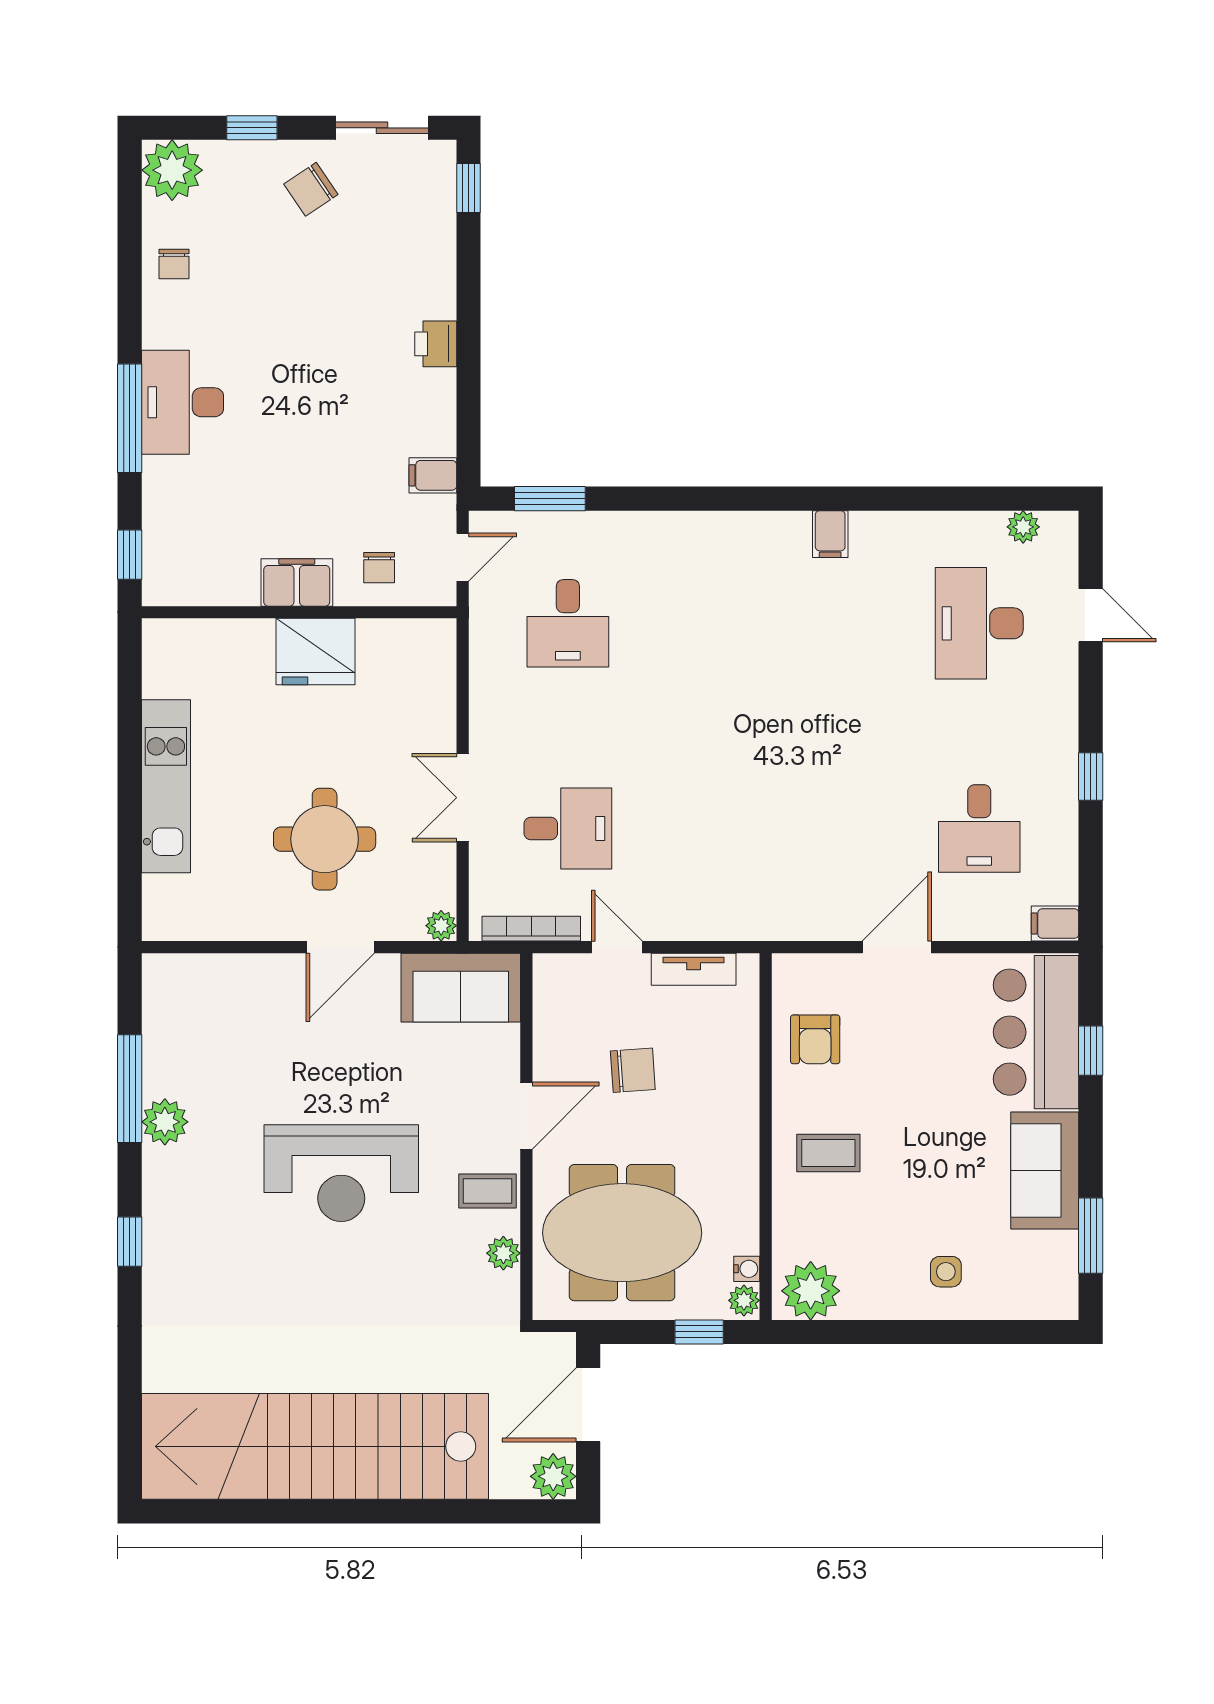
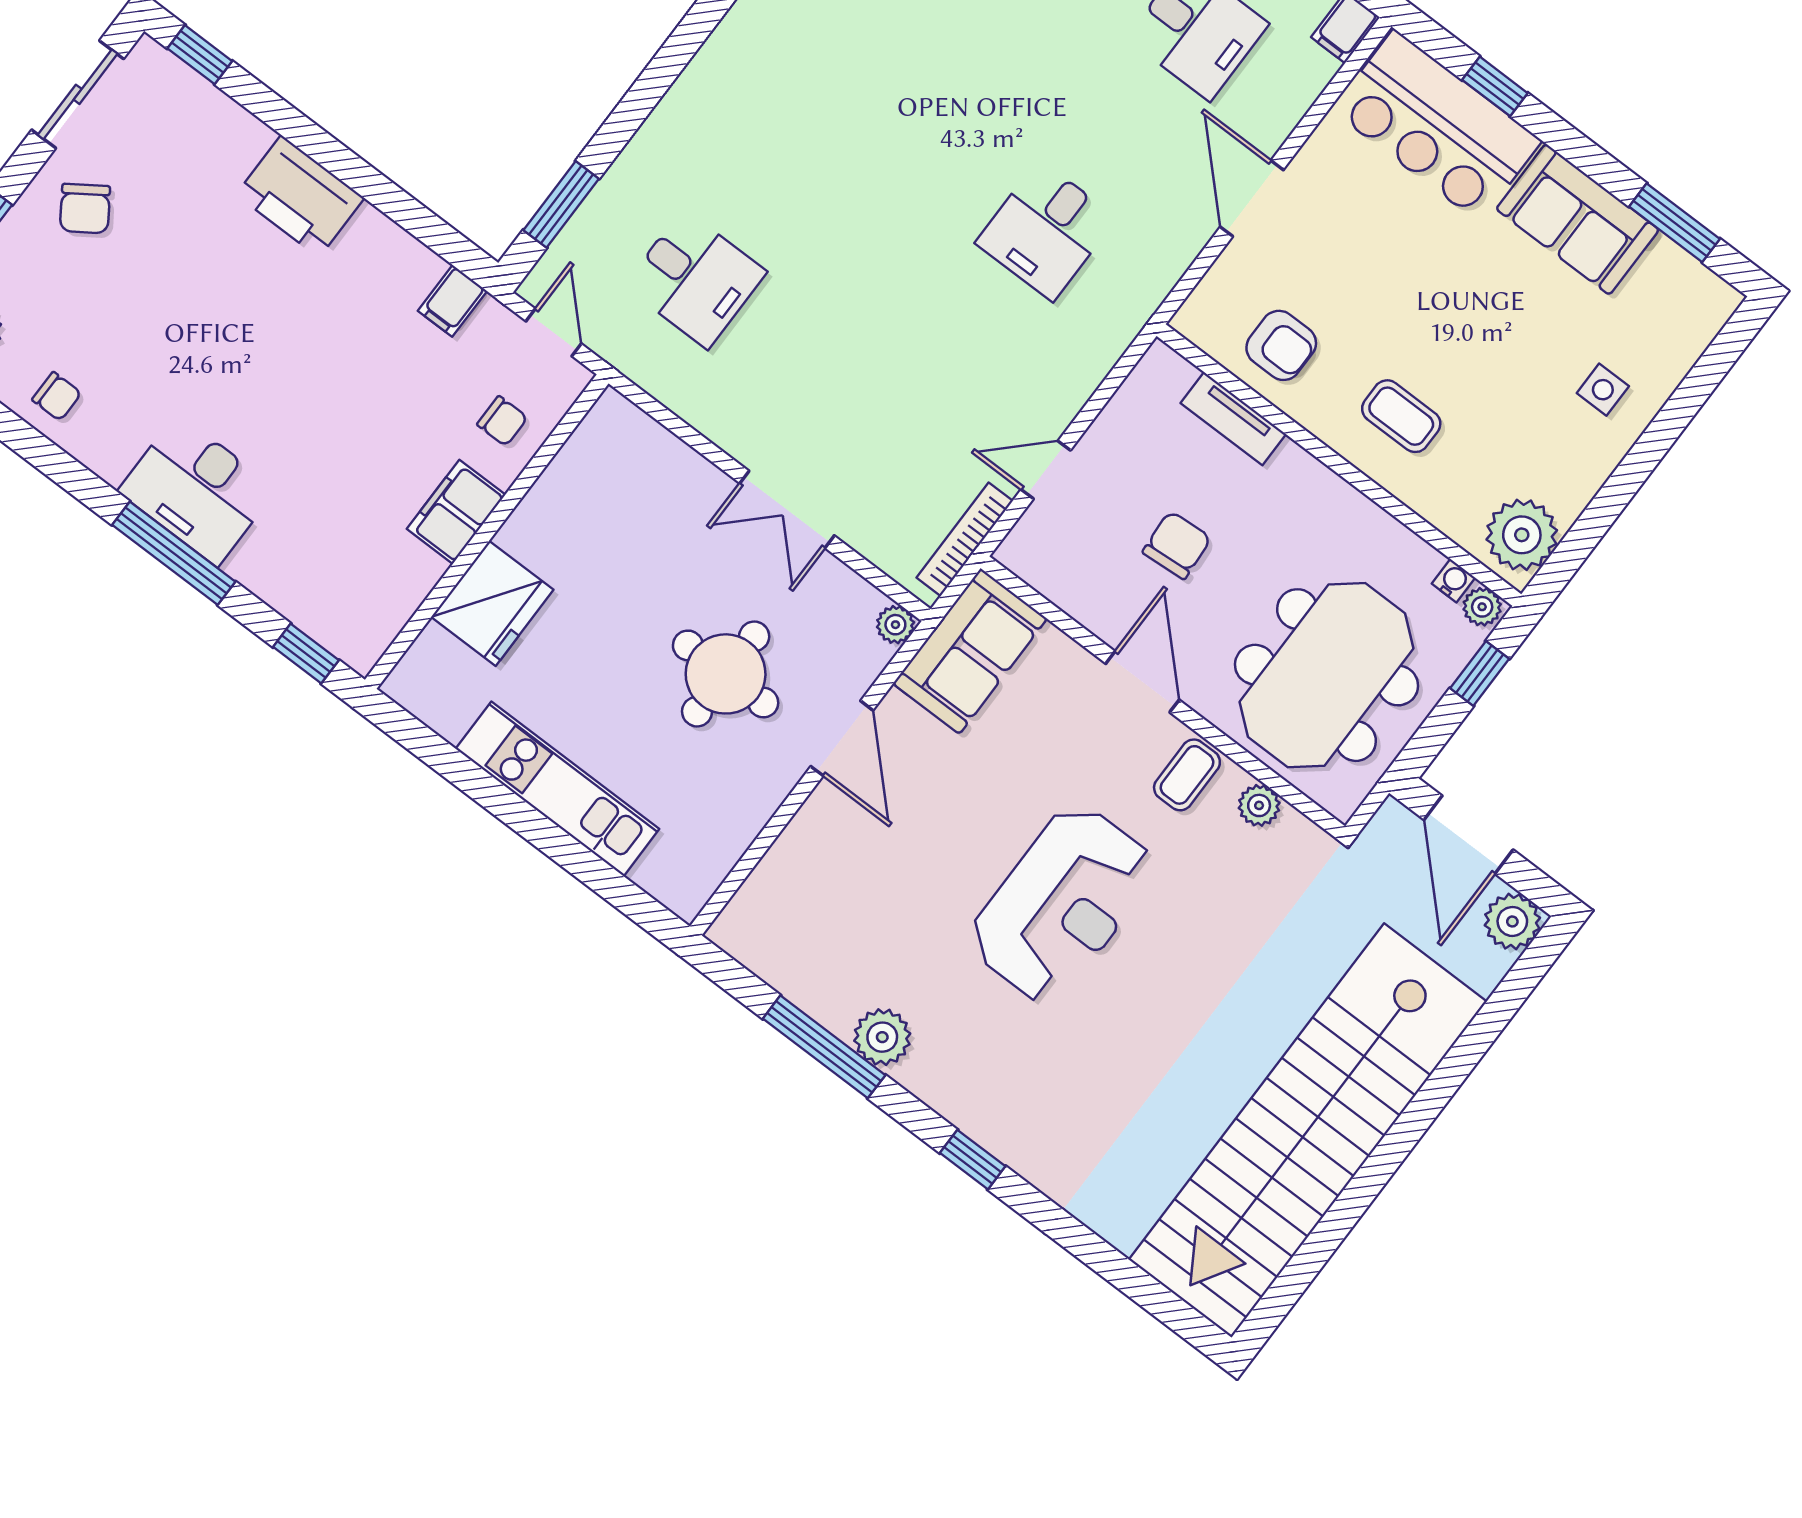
printer: (436, 344) -> (300, 196), width x1.87, depth x1.48
fridge: (316, 652) -> (492, 603), moved
desk: (568, 828) -> (1046, 230), moved, turned 180
tv unit: (694, 969) -> (1233, 419), moved, turned 90
coffee table: (828, 1153) -> (1401, 416), turned 90

